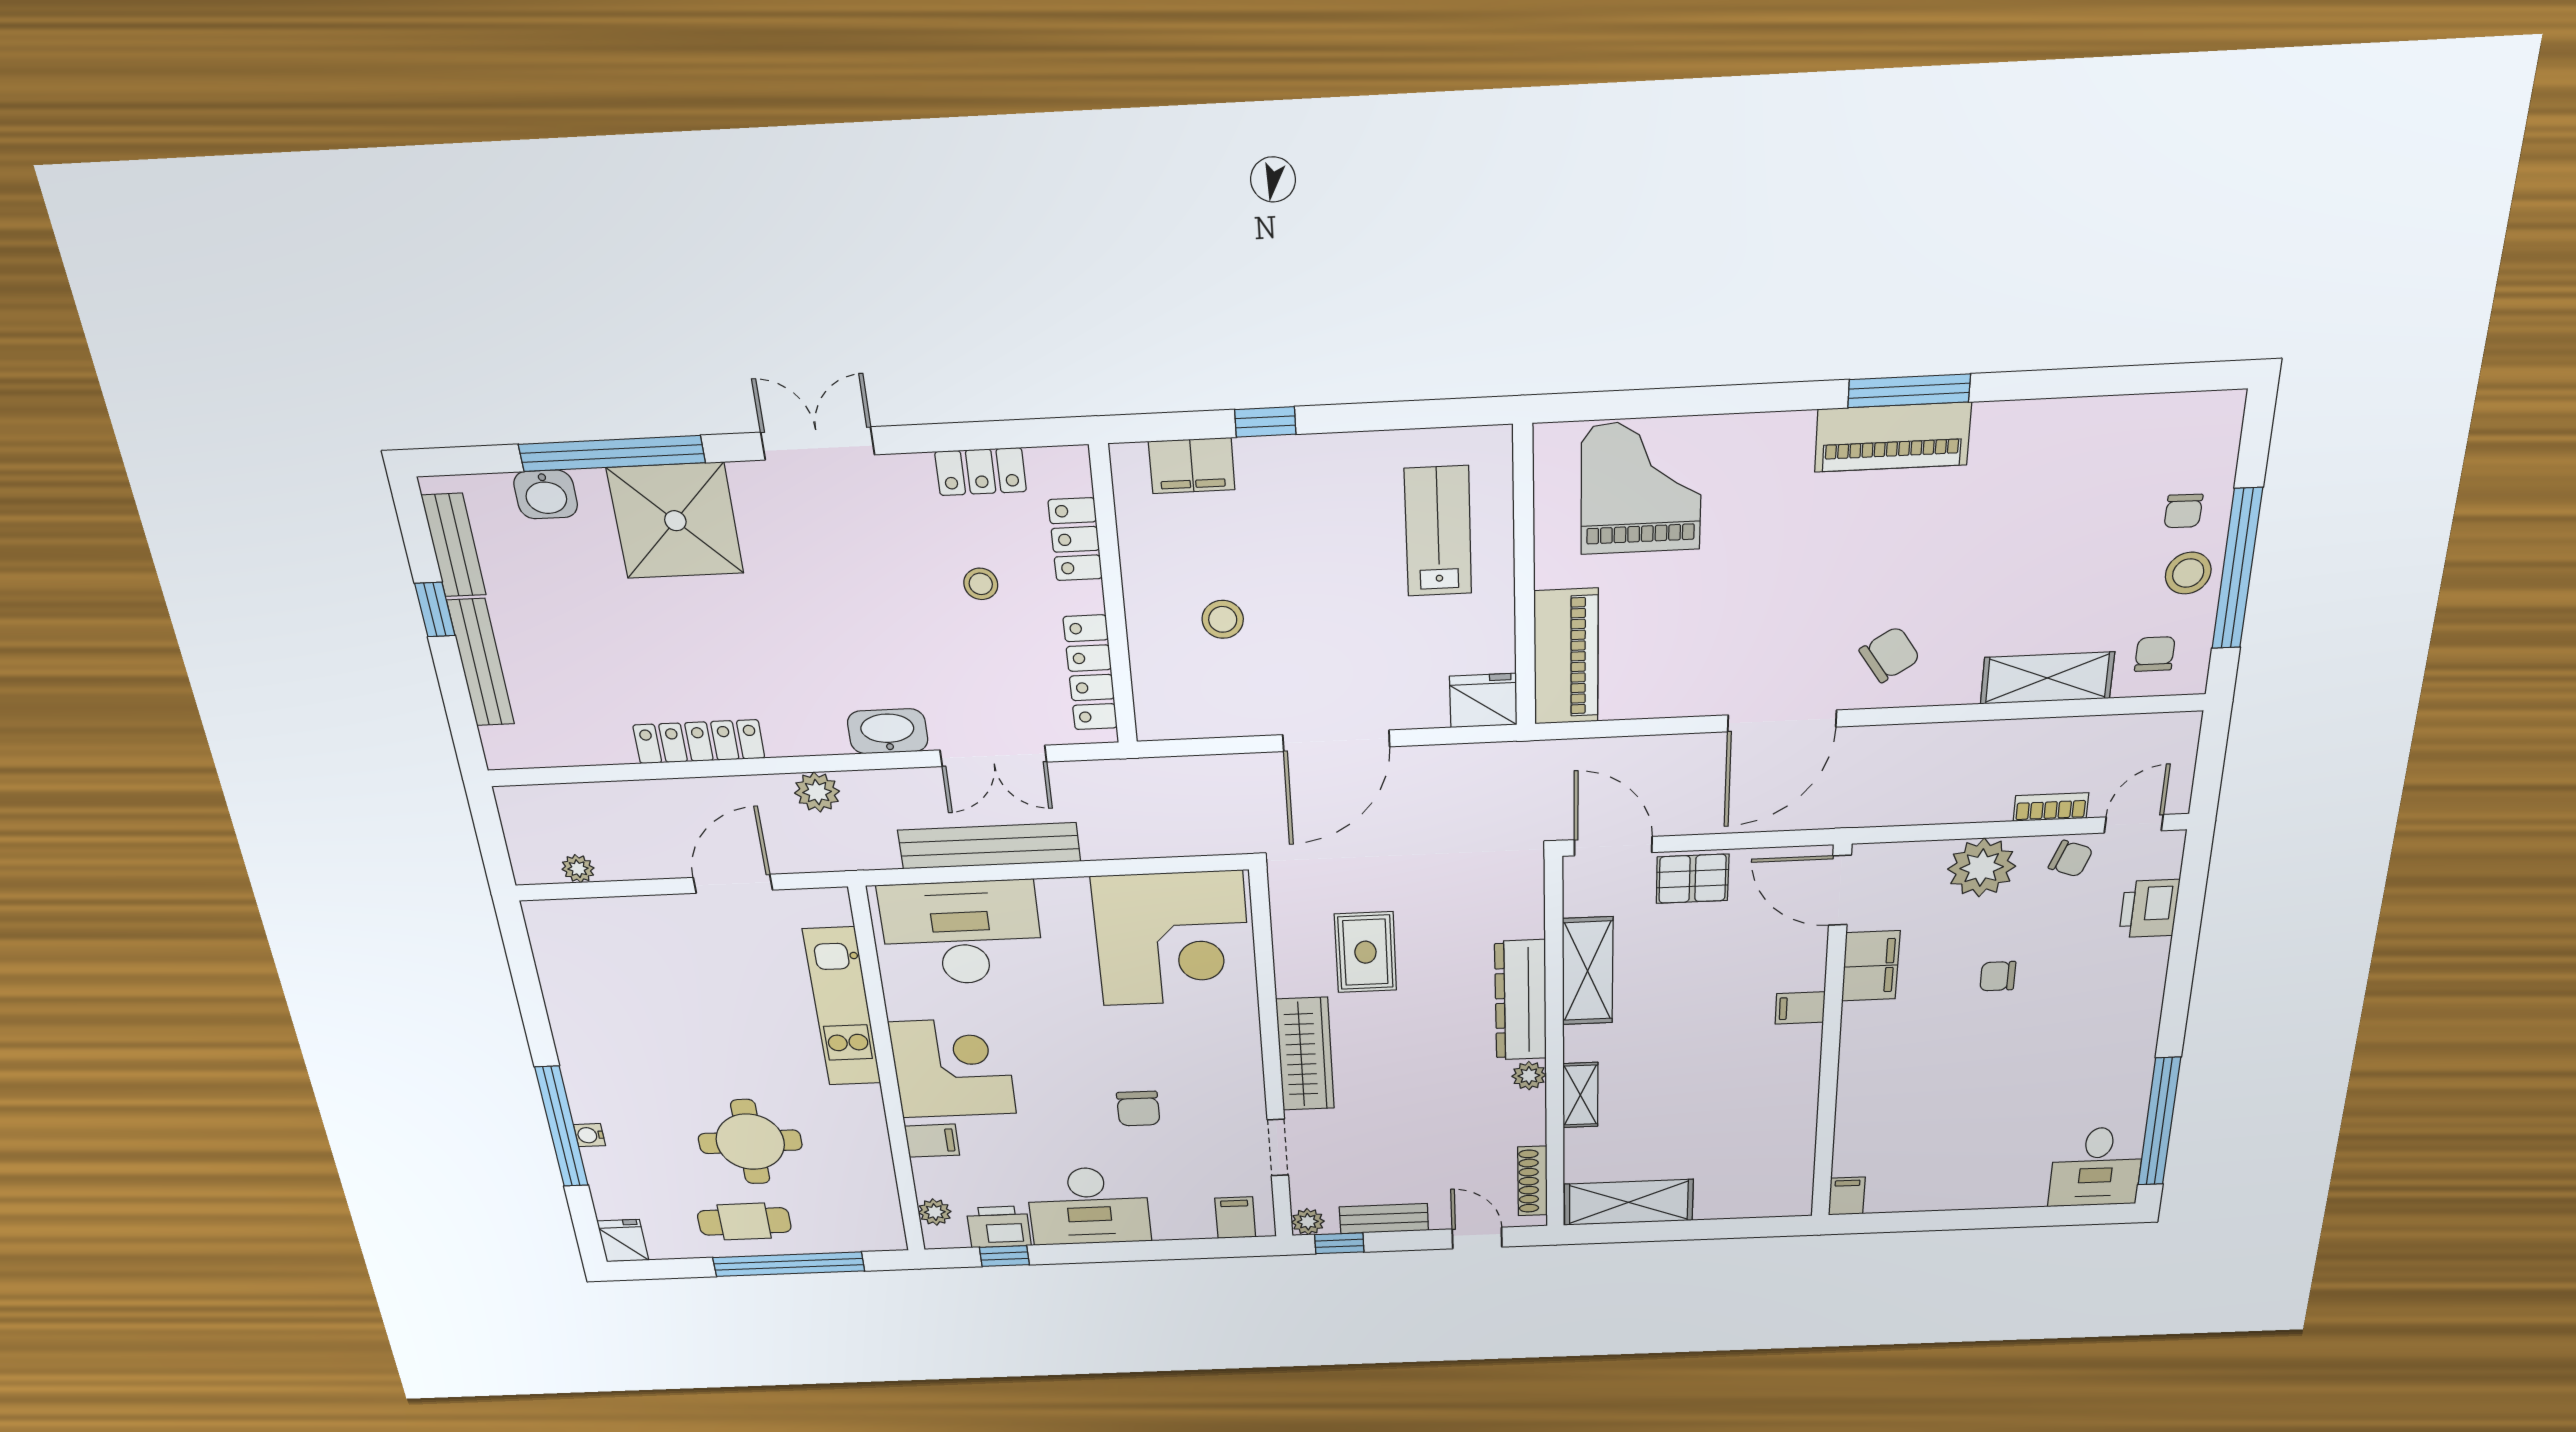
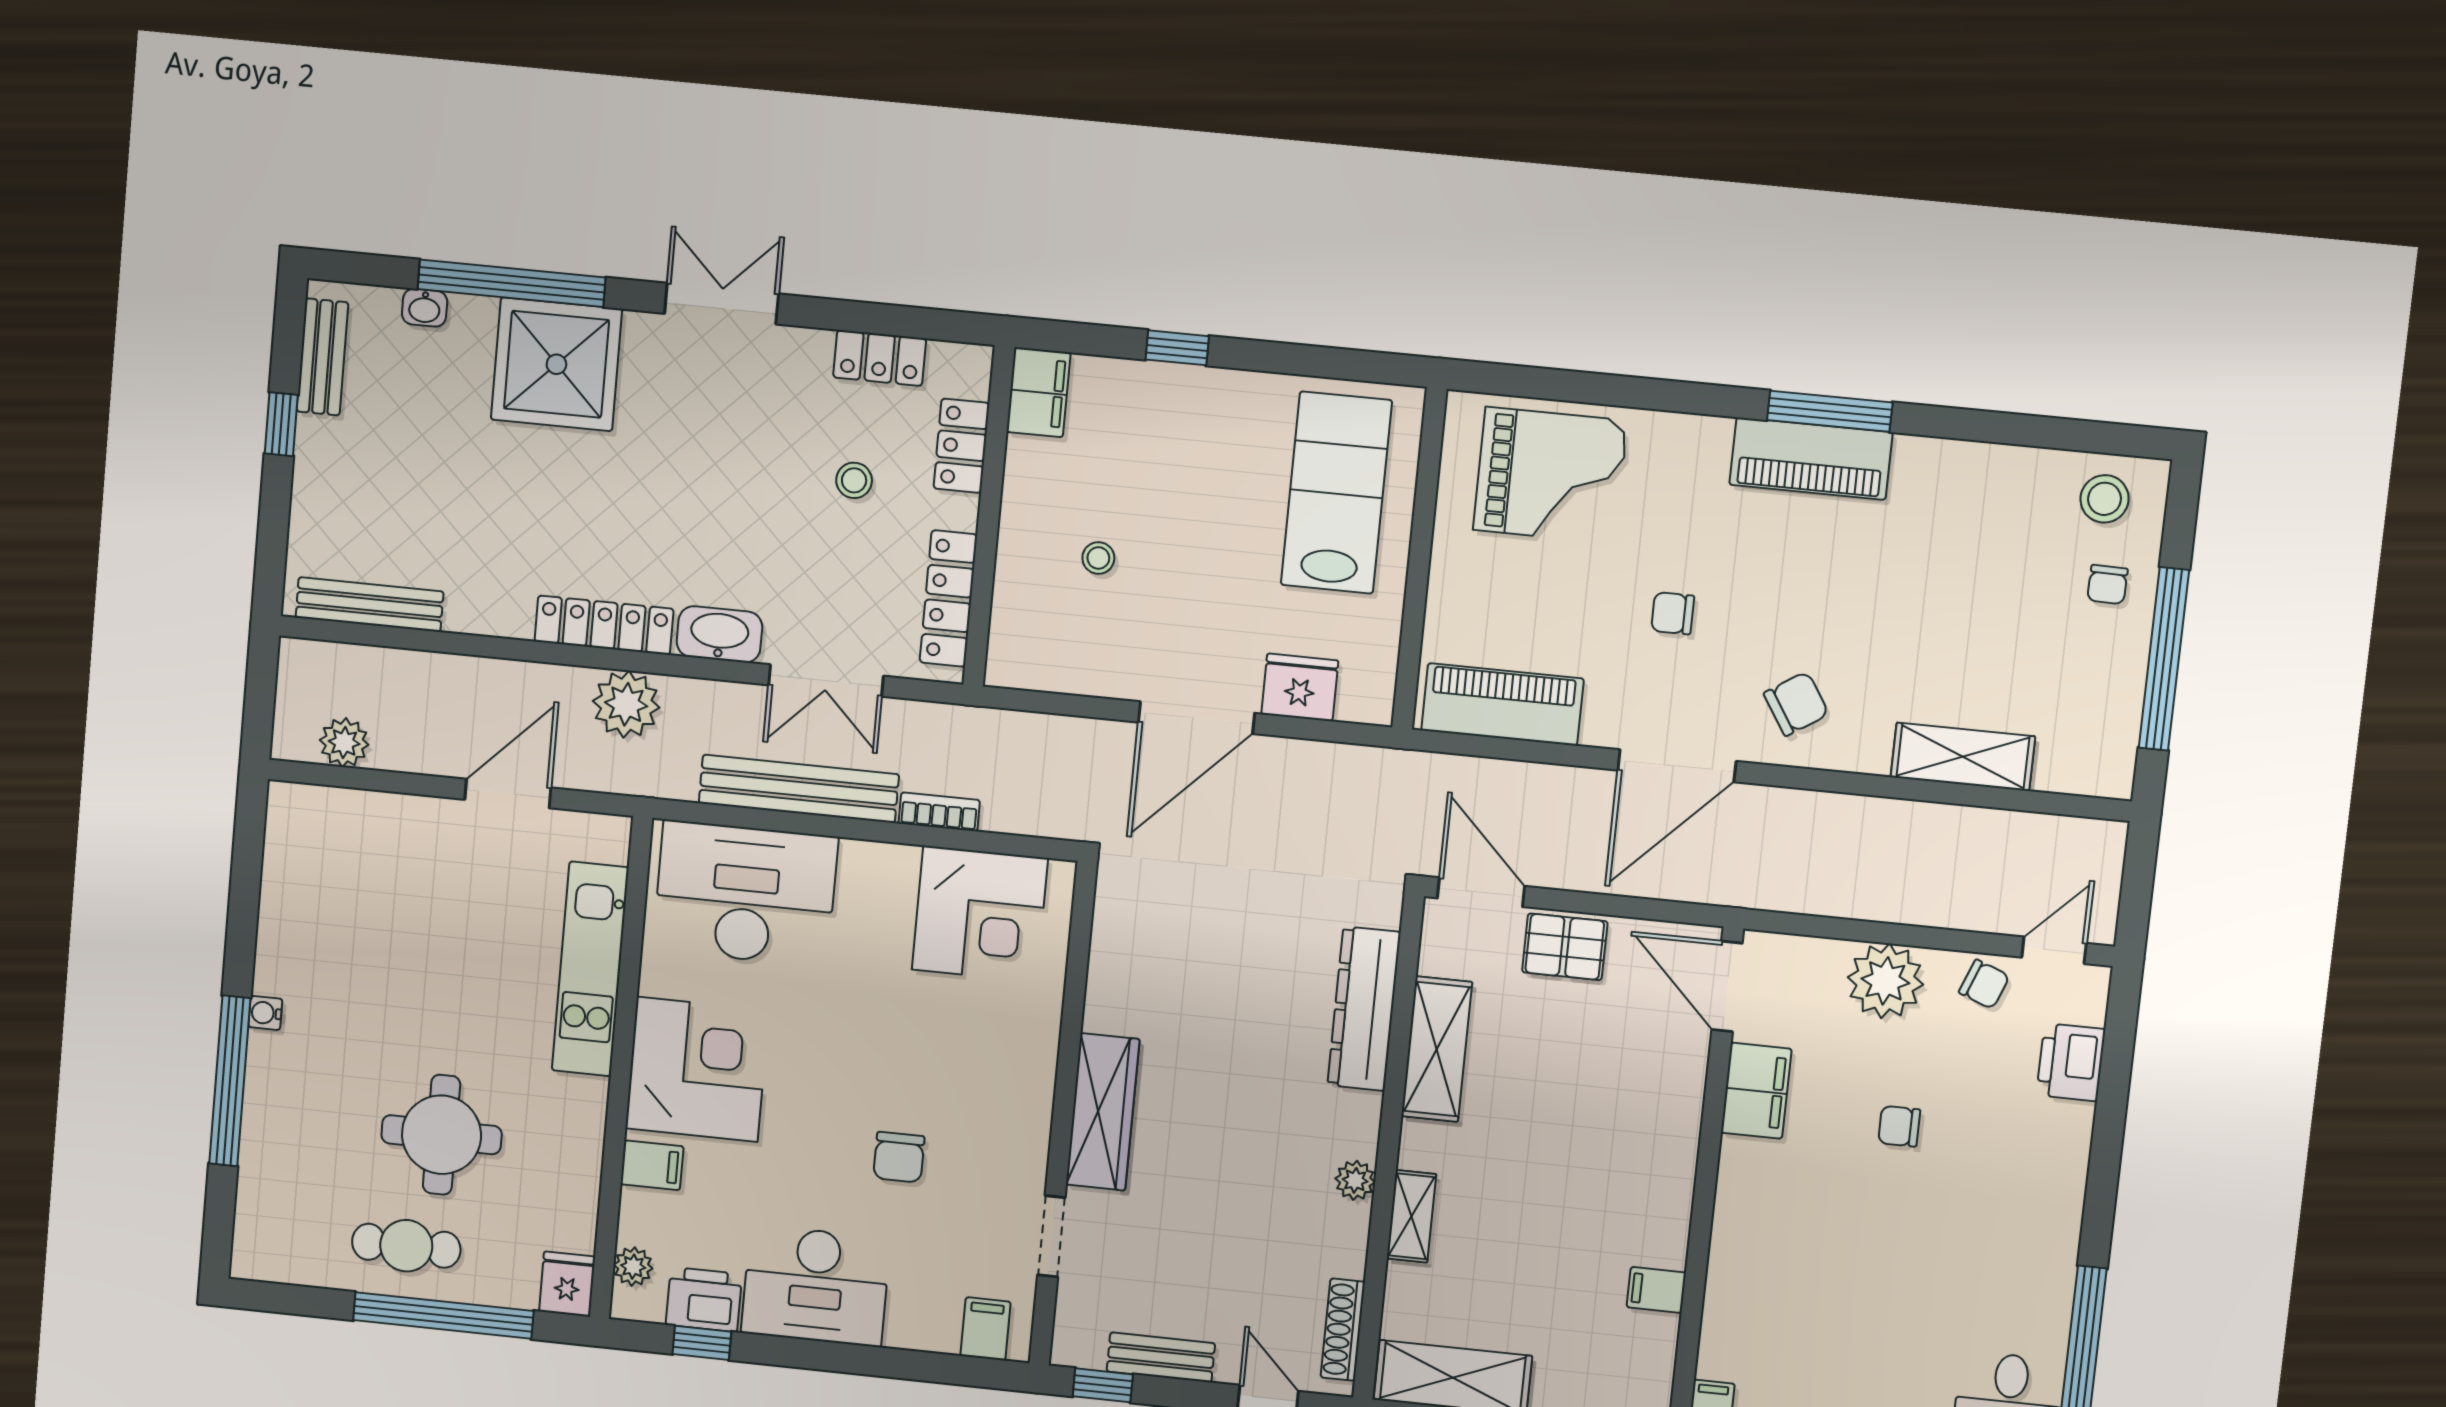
filing cabinet: (1192, 466) -> (1038, 392), moved, turned -90
grand piano: (1641, 487) -> (1550, 475), turned 90
washbasin: (546, 494) -> (425, 308), width x0.72, depth x0.69
lab bench: (1438, 531) -> (1336, 493), width x1.36, depth x1.39
stool: (2188, 573) -> (2105, 499), moved
stool: (1223, 619) -> (1098, 558), width x0.73, depth x0.73
chair: (2155, 654) -> (1673, 613), moved, turned -90
piano: (1566, 657) -> (1502, 704), moved, turned -90
bench: (481, 663) -> (370, 605), moved, turned 90
fridge: (1483, 701) -> (1300, 687), moved
locker: (699, 742) -> (604, 625), moved
plant: (817, 792) -> (626, 704), width x1.36, depth x1.36
bookcase: (2051, 807) -> (939, 812), moved
plant: (578, 869) -> (344, 742), width x1.38, depth x1.38
corner desk: (1172, 939) -> (980, 914), width x0.74, depth x0.74
rug: (1365, 952) -> (1191, 987), removed
dresser: (1521, 1000) -> (1364, 1009), moved
filing cabinet: (1800, 1008) -> (1656, 1290), moved
water cooler: (589, 1135) -> (265, 1013), moved
plant: (1308, 1222) -> (1070, 1348), removed
fridge: (623, 1241) -> (567, 1284), moved

